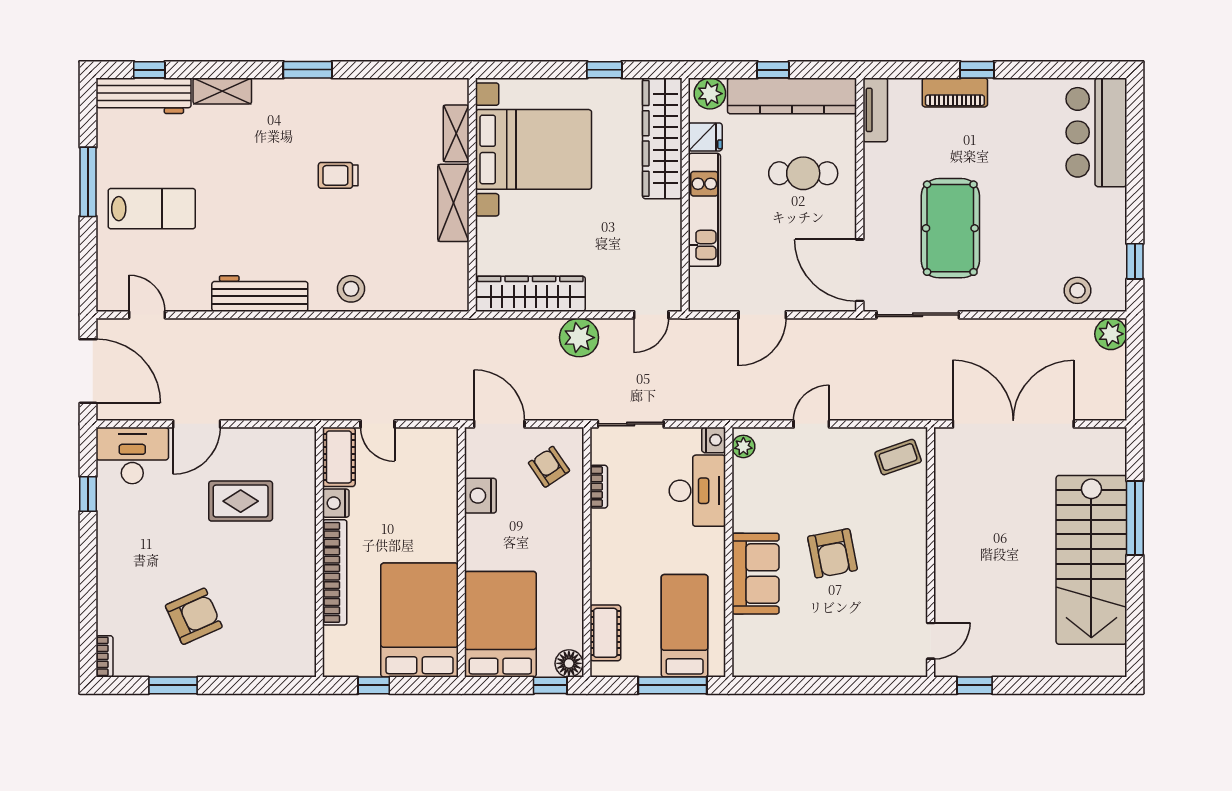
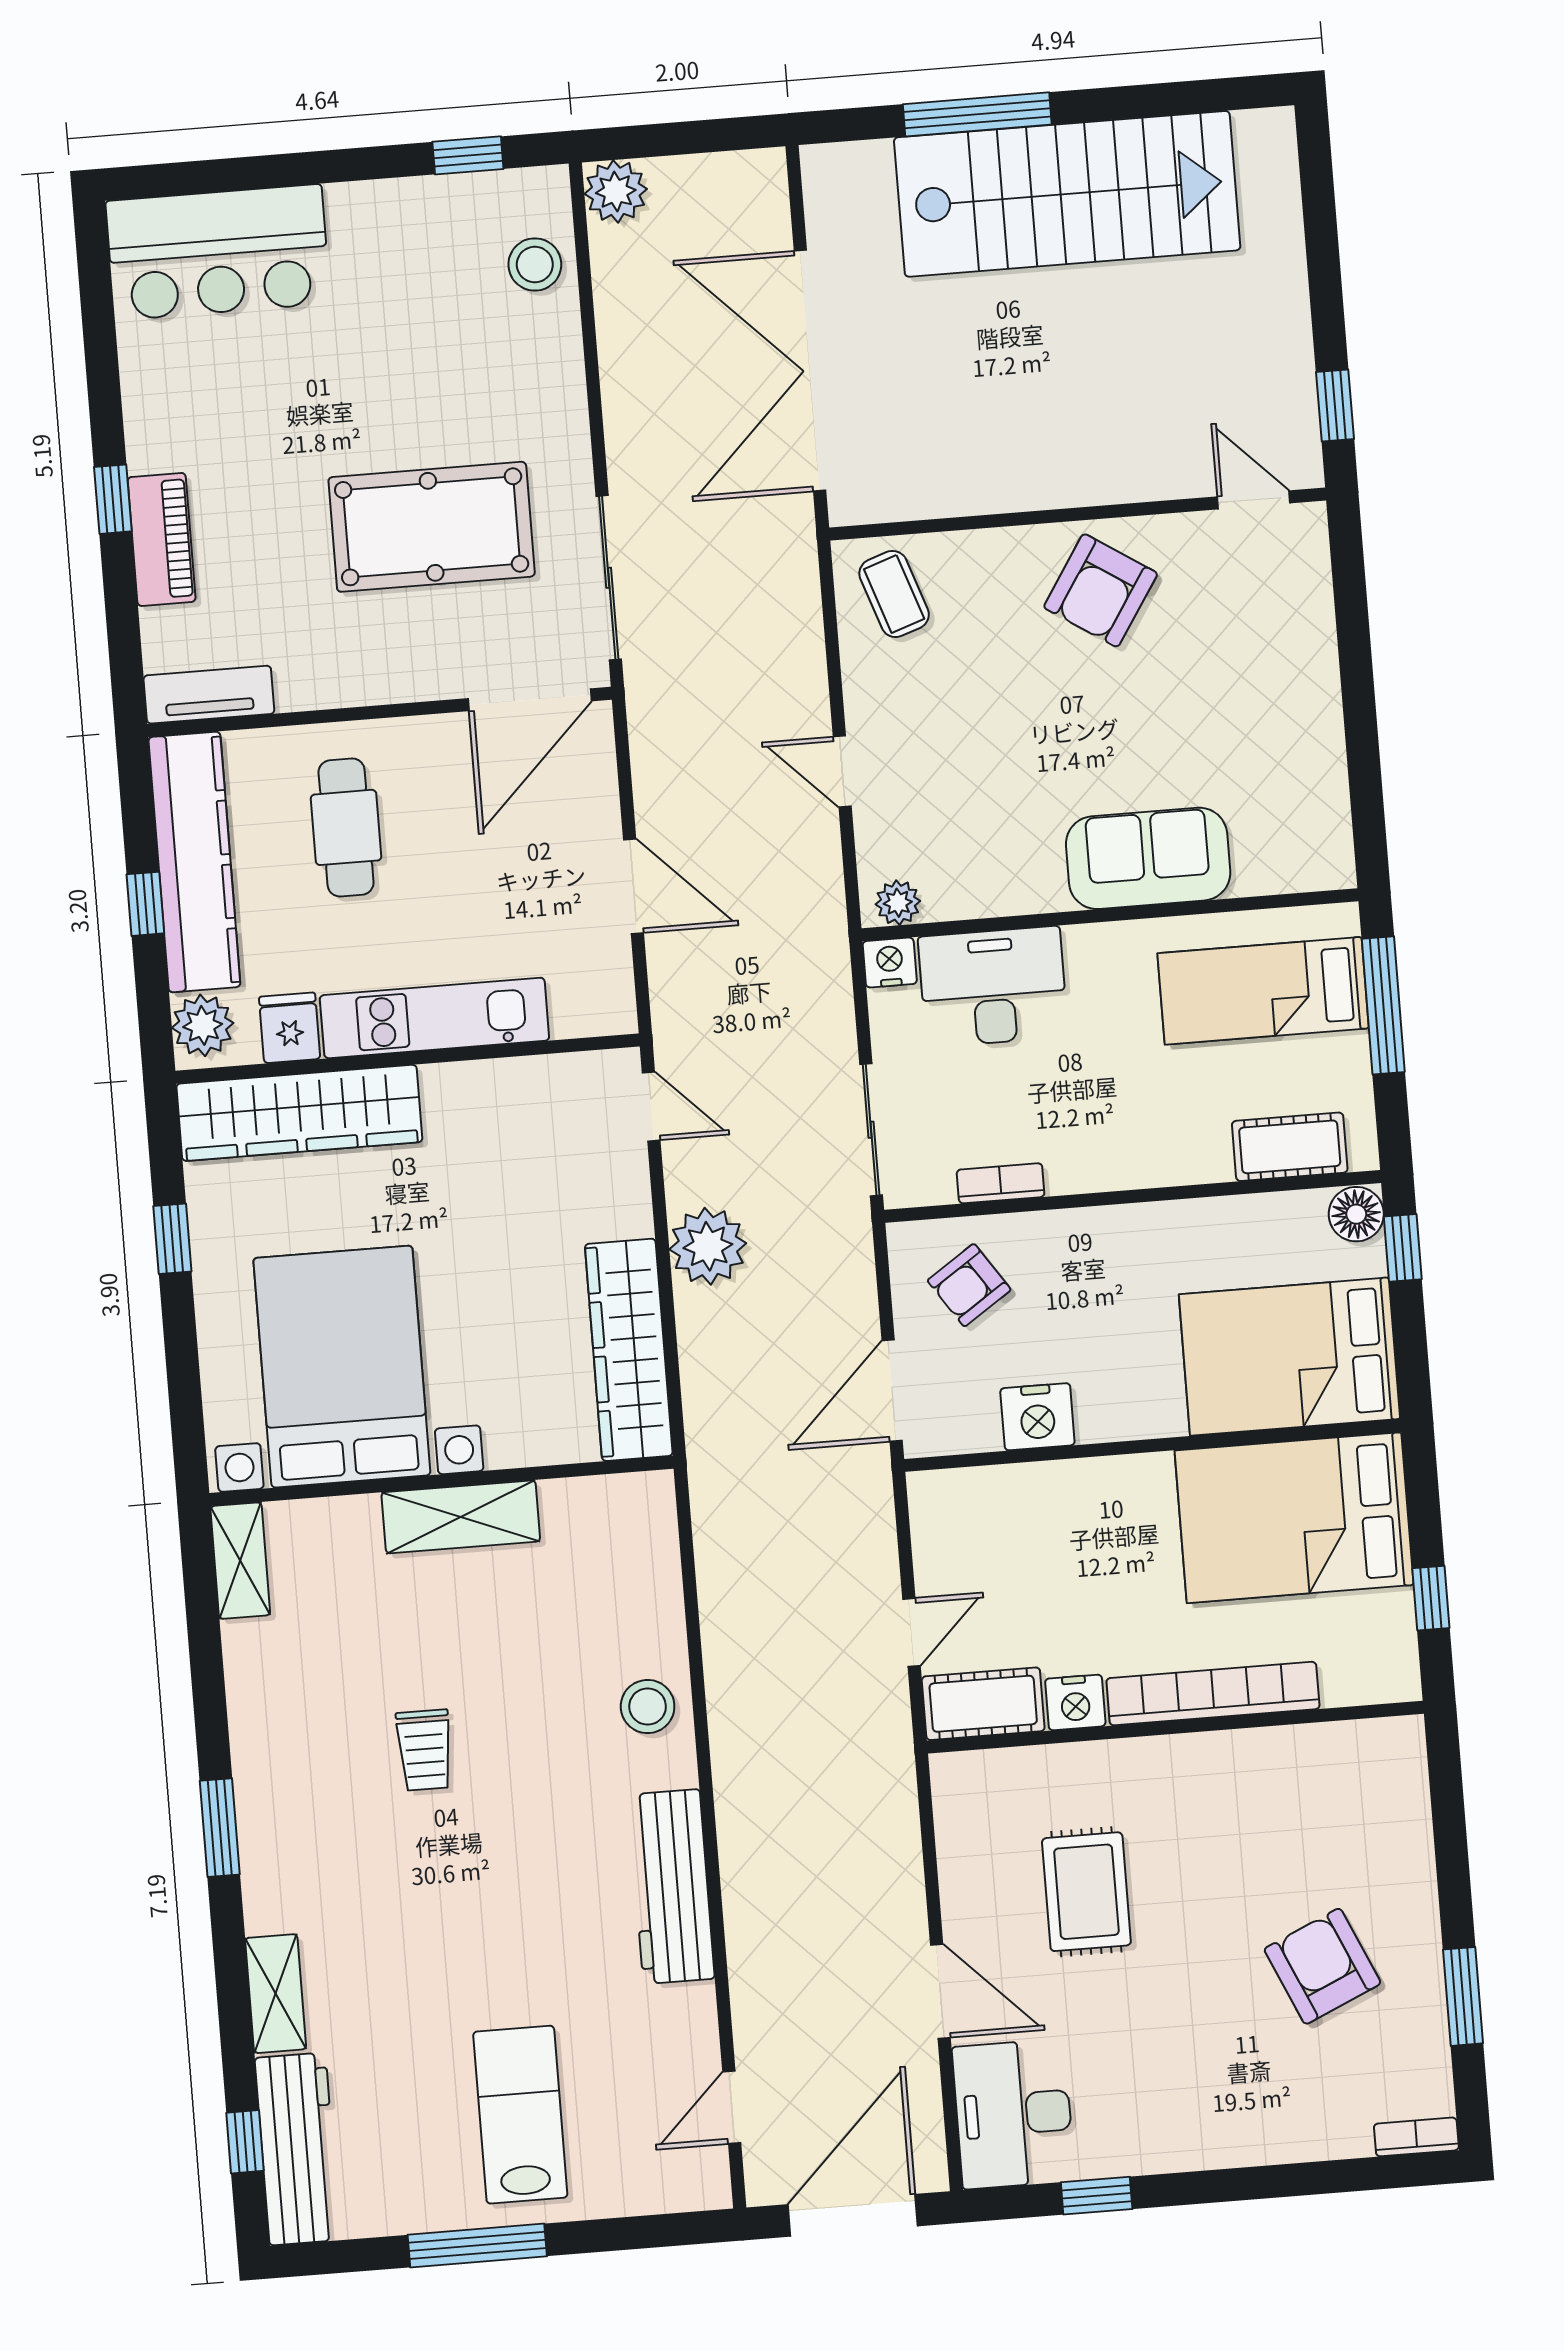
shelving: (456, 133) -> (240, 1561), moved, turned 90
armchair: (832, 553) -> (1101, 590), moved, turned 134

